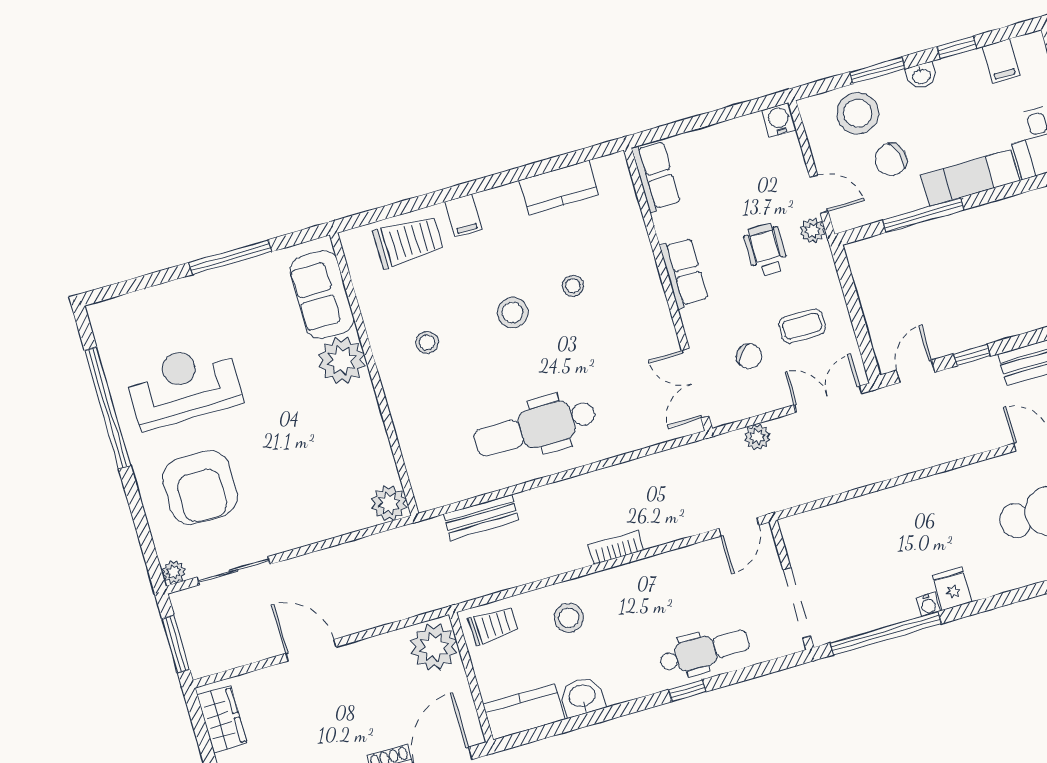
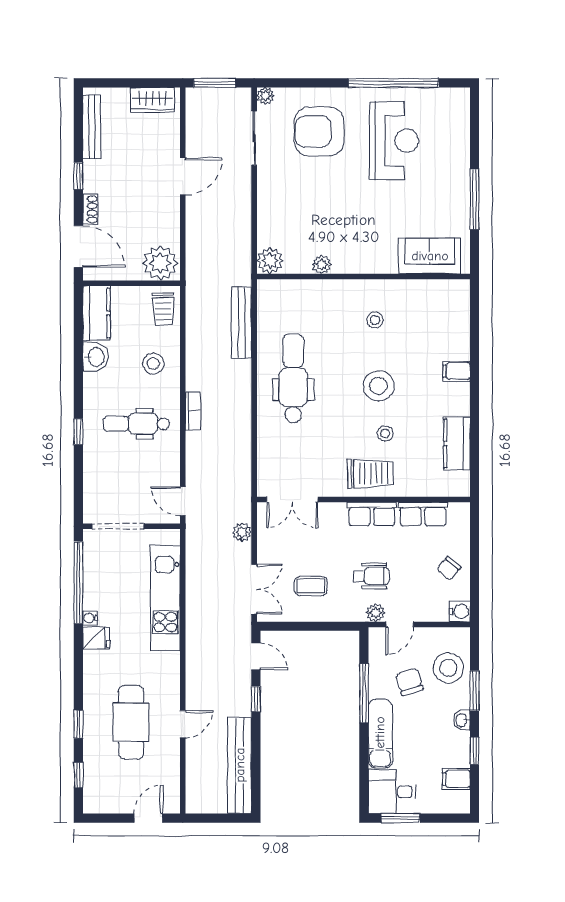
row of seats: (656, 176) -> (423, 514), moved
trolley: (408, 241) -> (370, 473), moved, turned -91
stool: (513, 313) -> (379, 386), width x1.38, depth x1.38
coffee table: (802, 326) -> (311, 586), turned 90
chair: (749, 356) -> (449, 568), moved
plant: (342, 360) -> (322, 265), moved, width x0.53, depth x0.53
double door: (695, 383) -> (292, 500), swing flipped
kitchen unit: (873, 513) -> (165, 598), added
bench: (481, 517) -> (242, 322), width x1.36
dental chair: (704, 651) -> (136, 424), moved, turned 90

